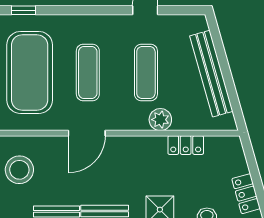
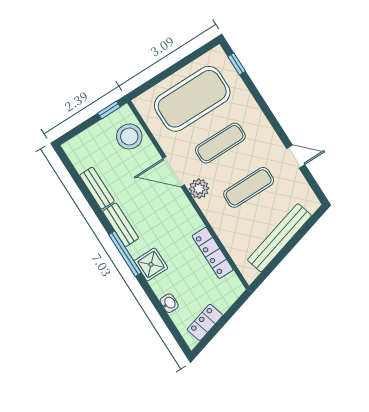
plant: (160, 120) -> (199, 189), moved
locker: (186, 145) -> (213, 253), width x1.53
stool: (19, 170) -> (129, 136), moved

